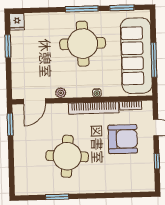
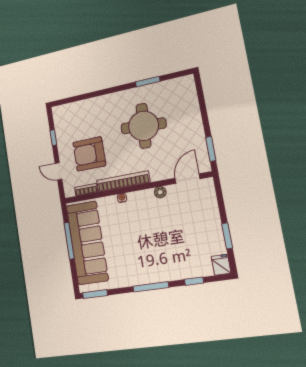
window: (122, 8) -> (95, 294), moved
window: (42, 10) -> (194, 281), added
round table: (83, 44) -> (144, 249), removed

